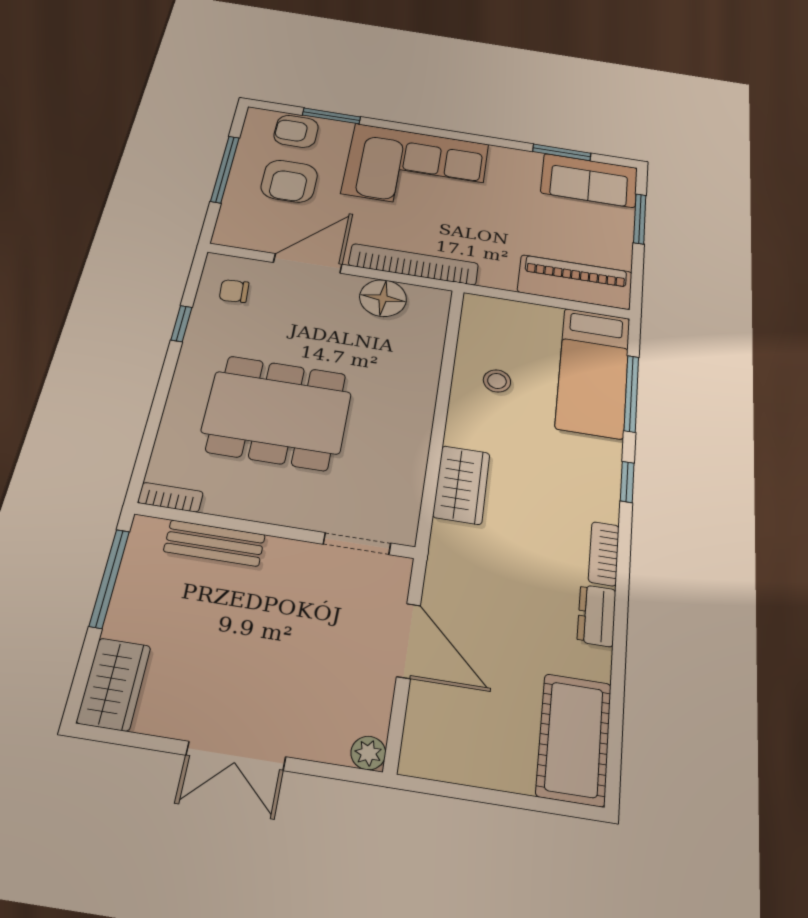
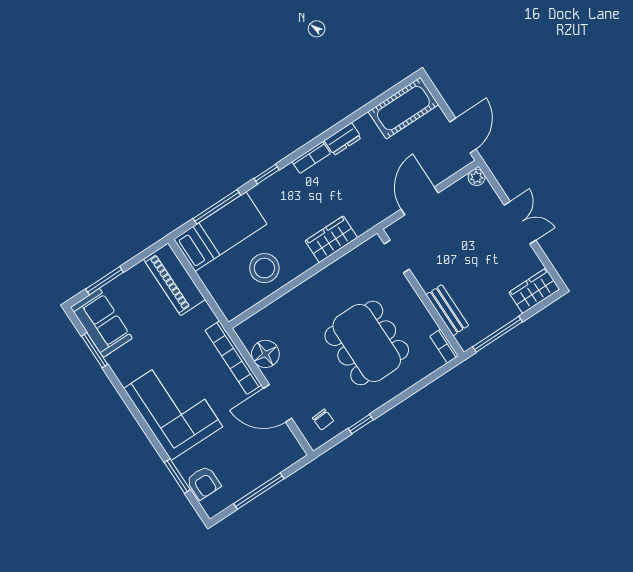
armchair: (289, 181) -> (238, 456), removed
stool: (497, 381) -> (264, 268), width x1.89, depth x1.89
door: (454, 791) -> (463, 135), added

